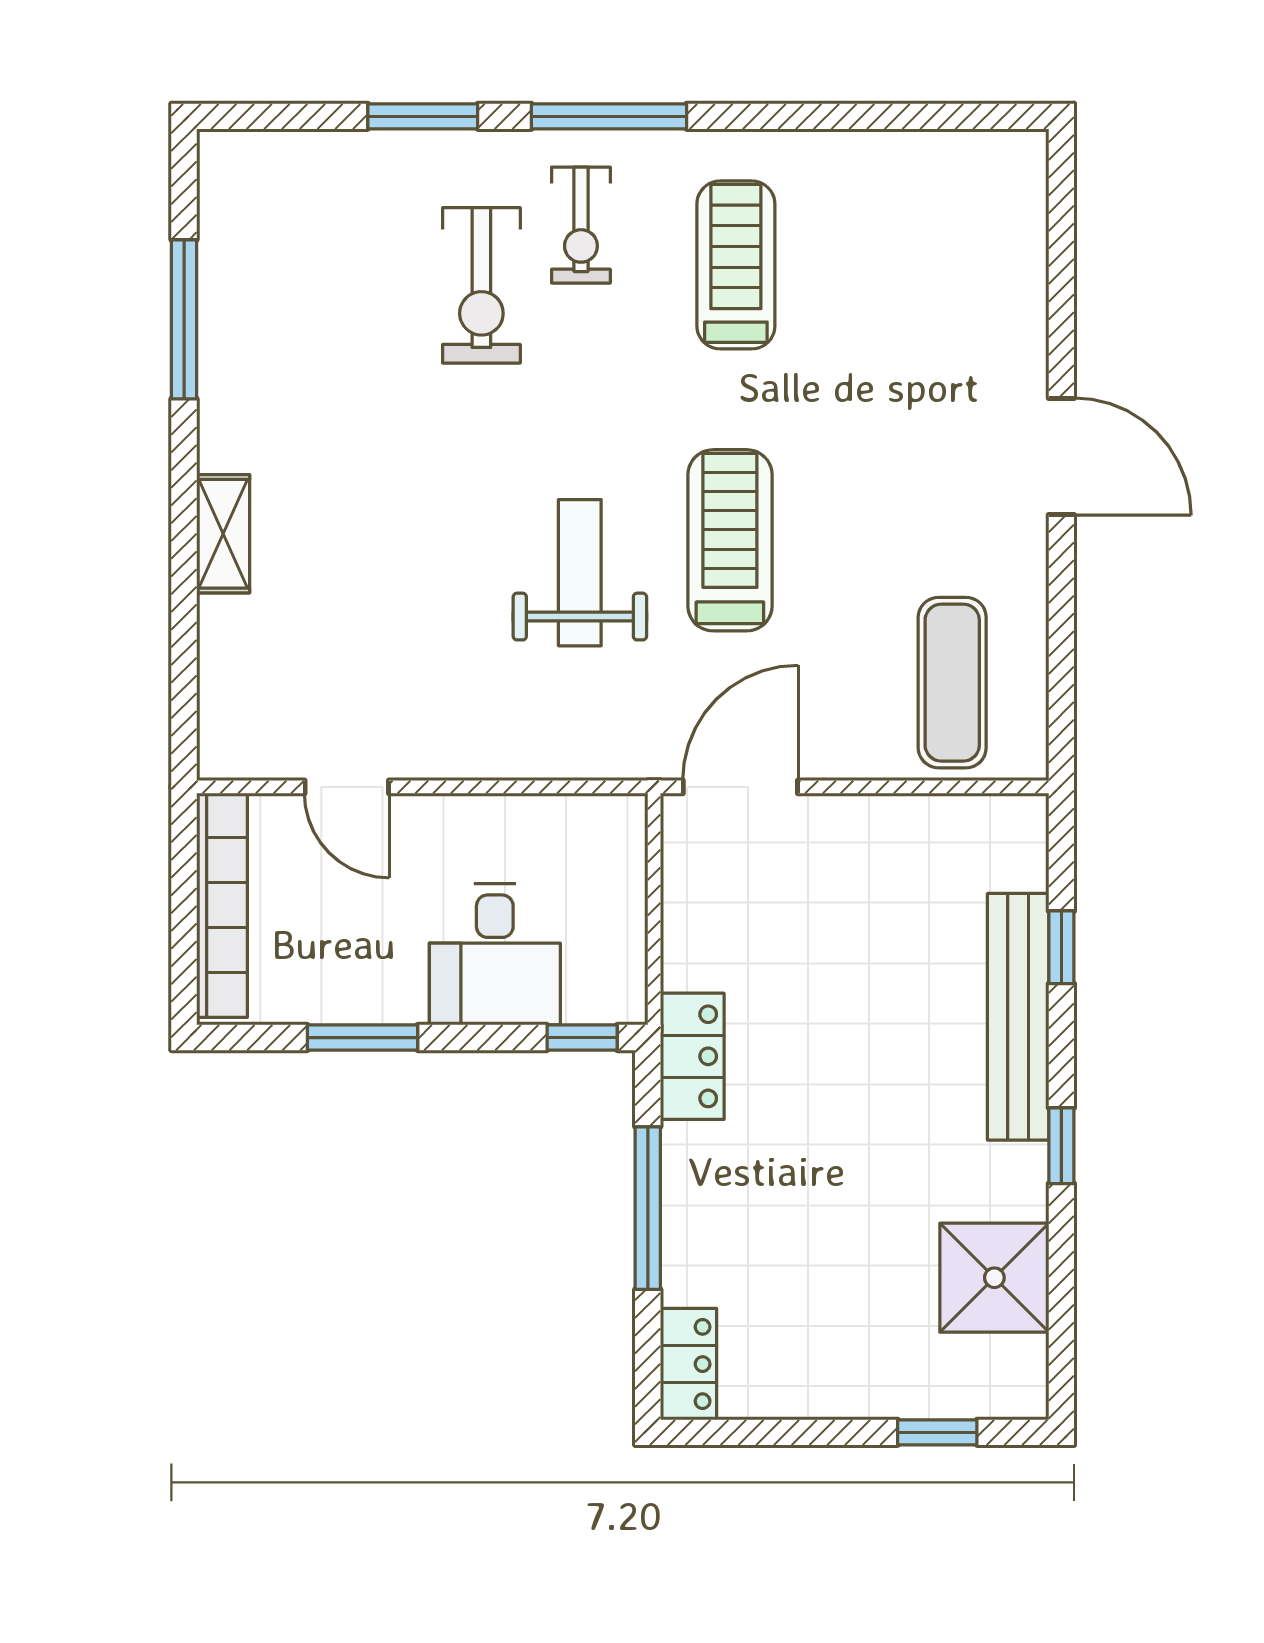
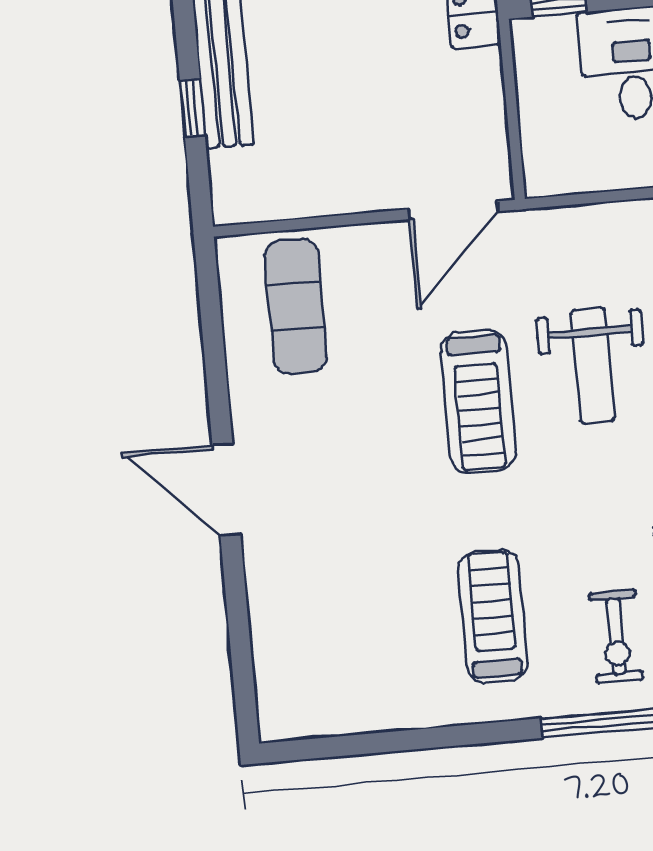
exercise bike: (581, 225) -> (616, 636), turned 180
treadmill: (736, 265) -> (493, 616), turned 180

